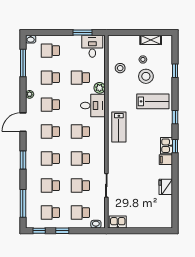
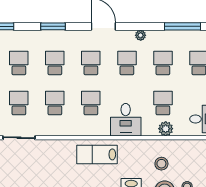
stool: (120, 68) -> (161, 164), moved
plant: (100, 88) -> (166, 129), moved

